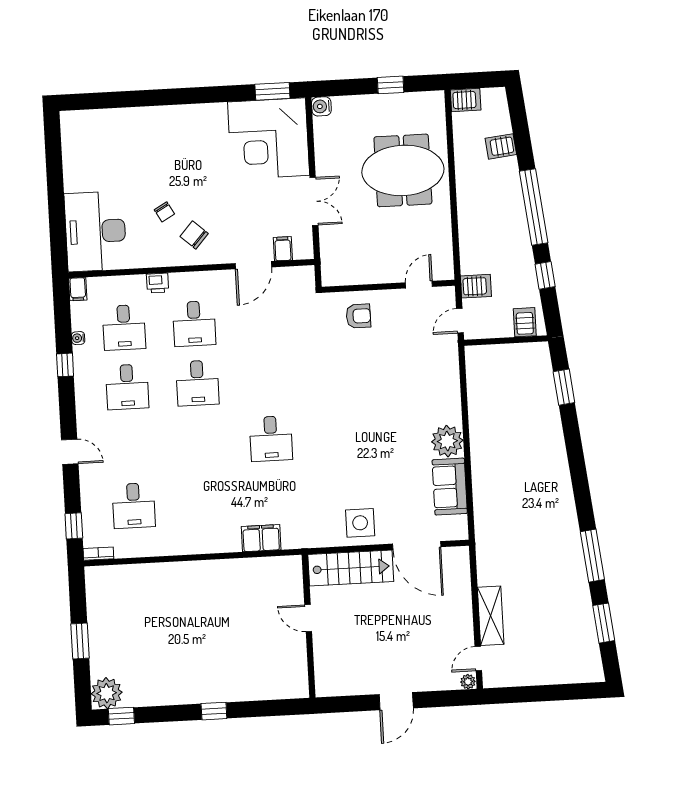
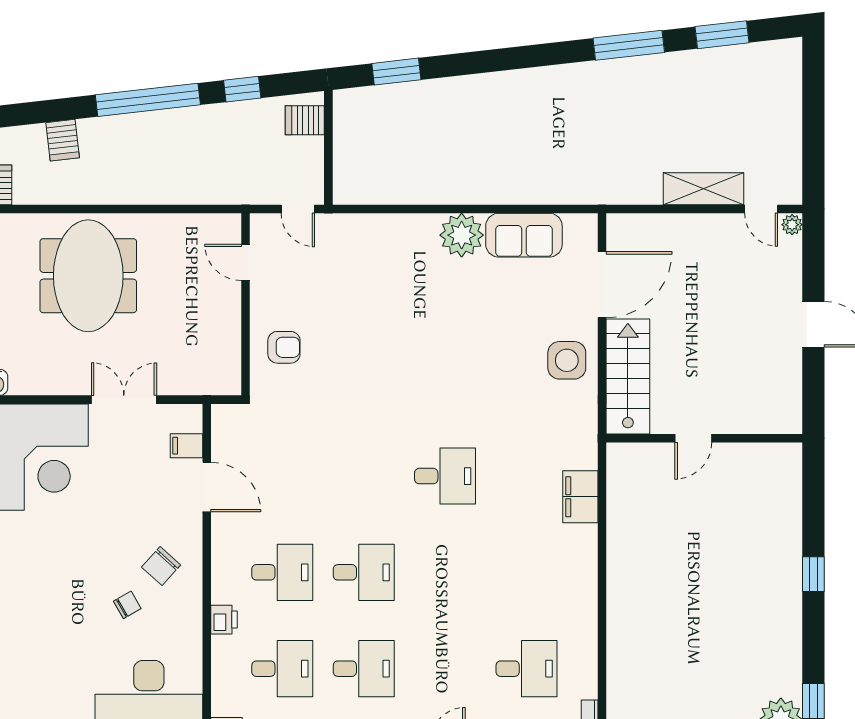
server rack: (476, 286) -> (252, 184), removed
armchair: (358, 316) -> (284, 347), turned 90

